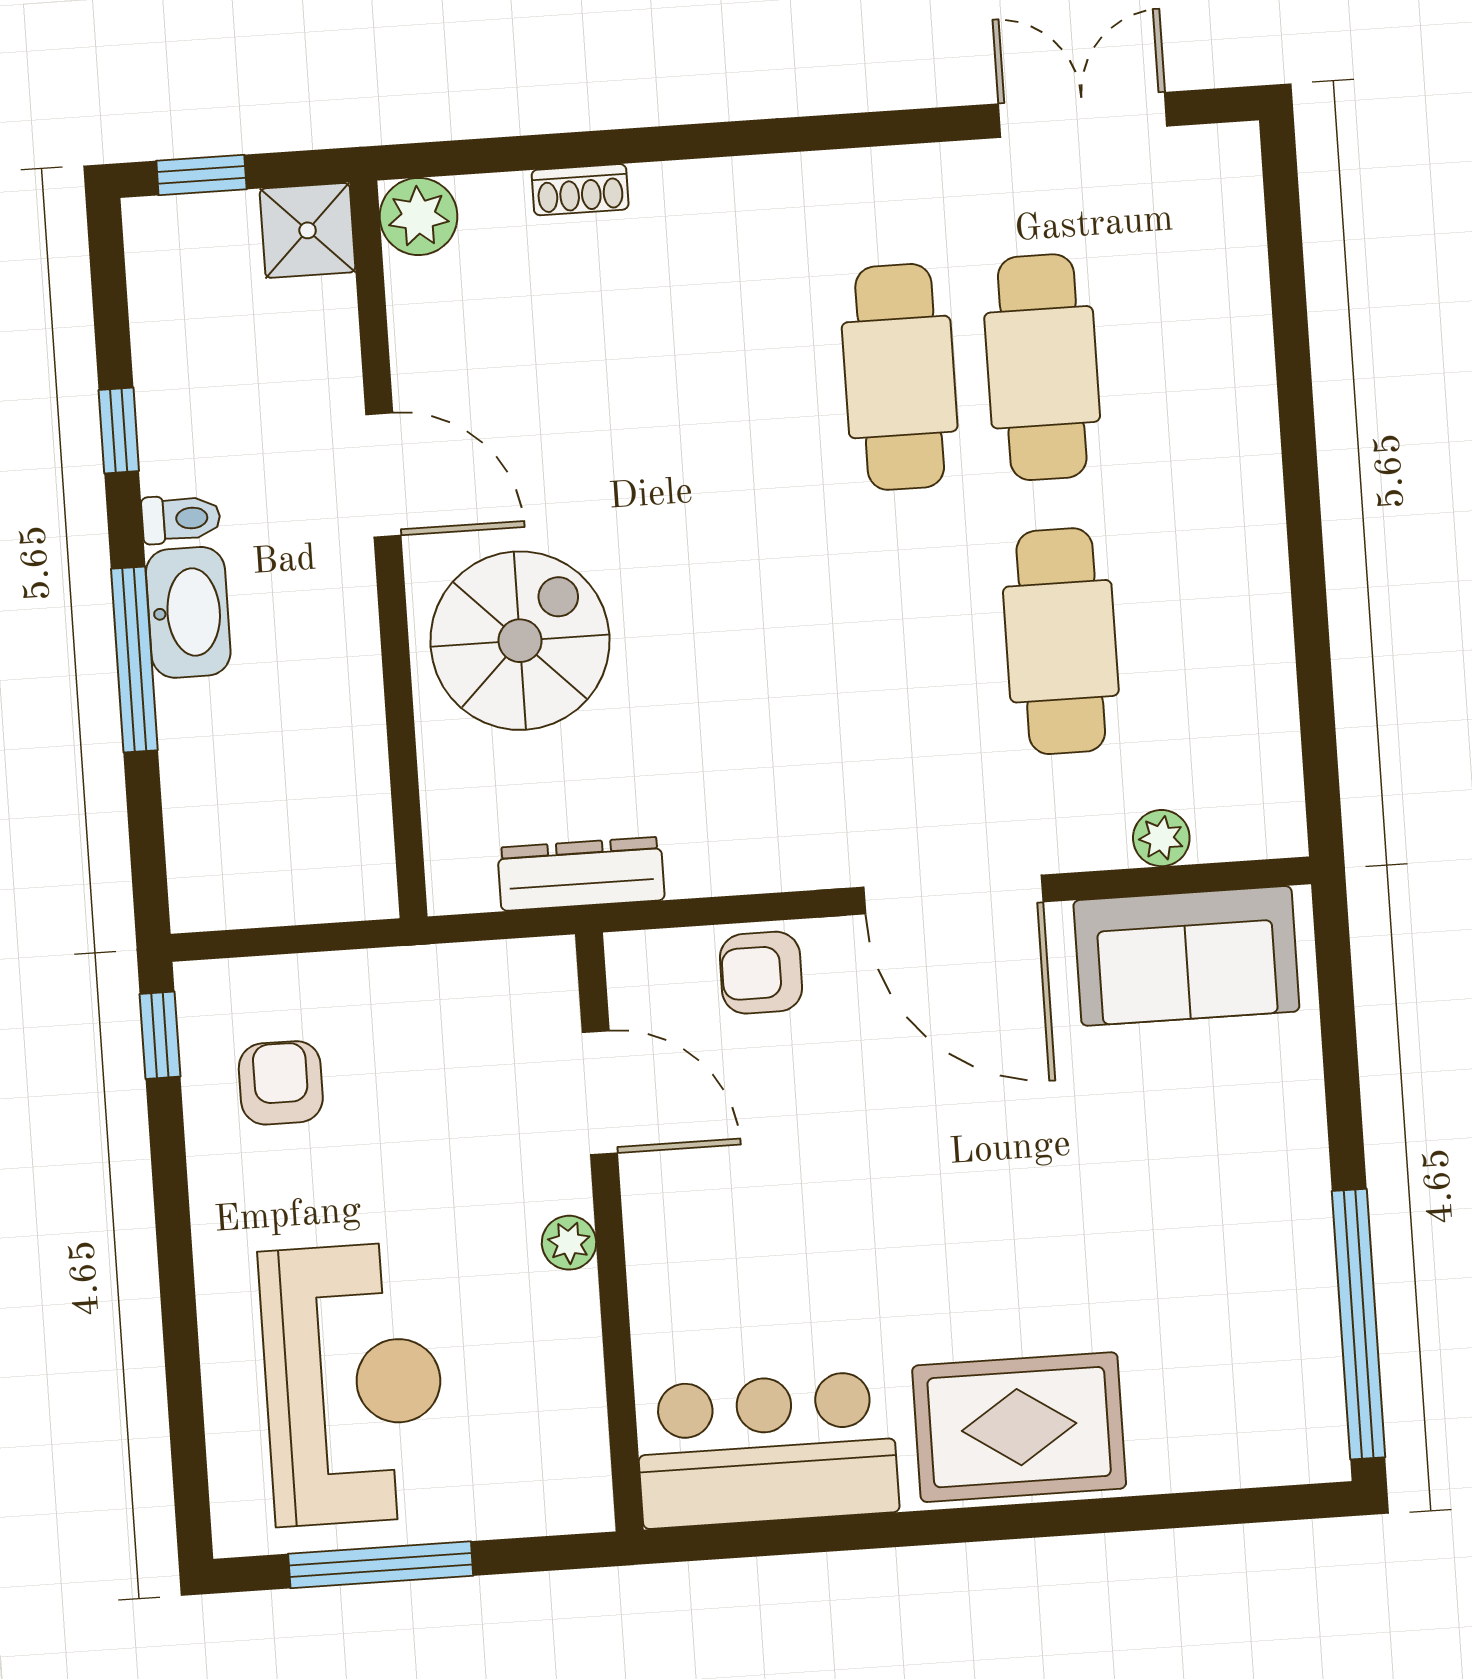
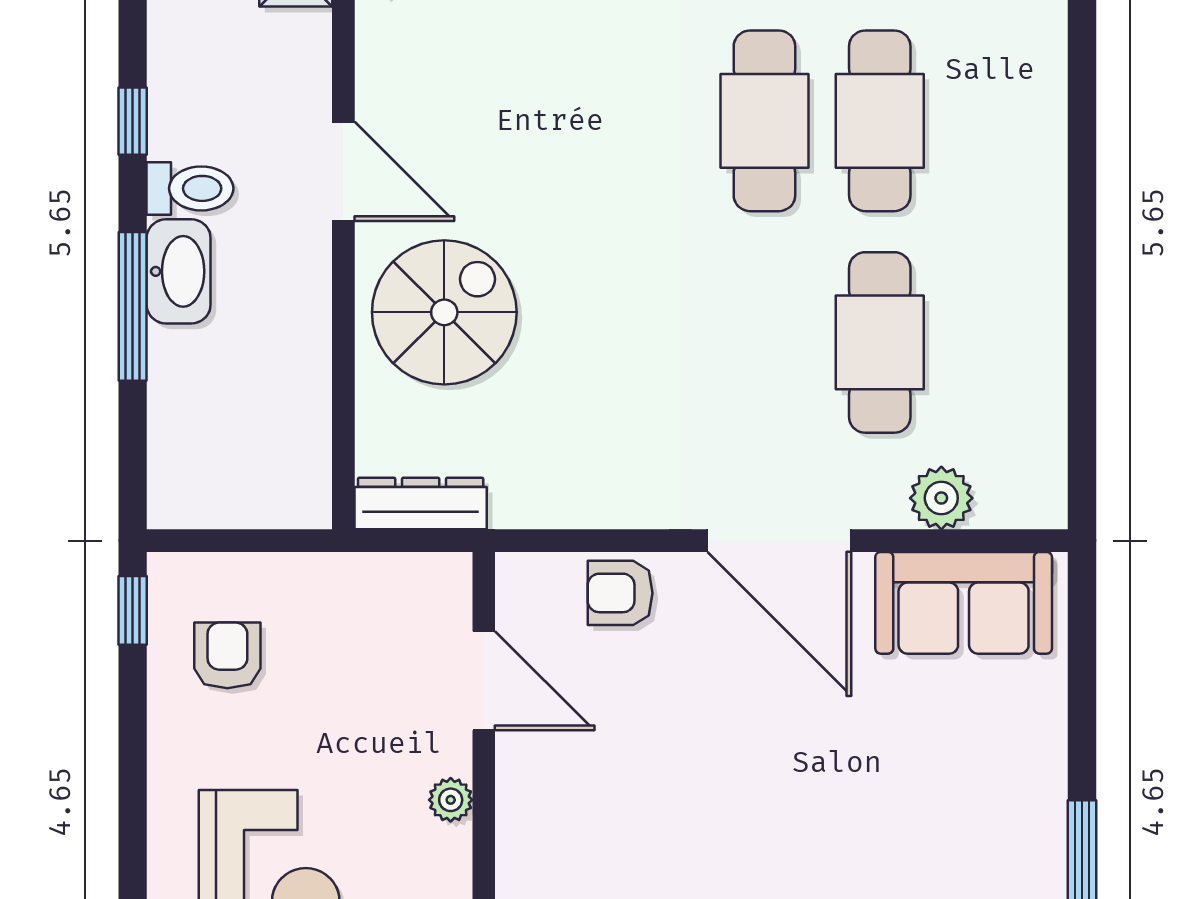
toilet: (181, 519) -> (190, 188), width x1.37, depth x1.39
plant: (1161, 838) -> (941, 498), width x1.38, depth x1.38
dresser: (581, 874) -> (421, 504), moved

